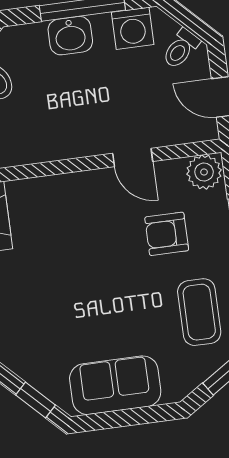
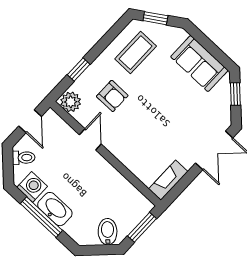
washbasin: (70, 36) -> (55, 209), width x1.38

